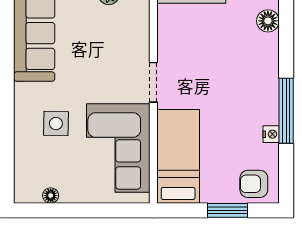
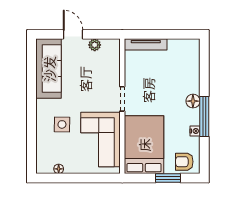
floor lamp: (268, 21) -> (193, 101), moved
bed: (178, 156) -> (144, 145), width x1.50

